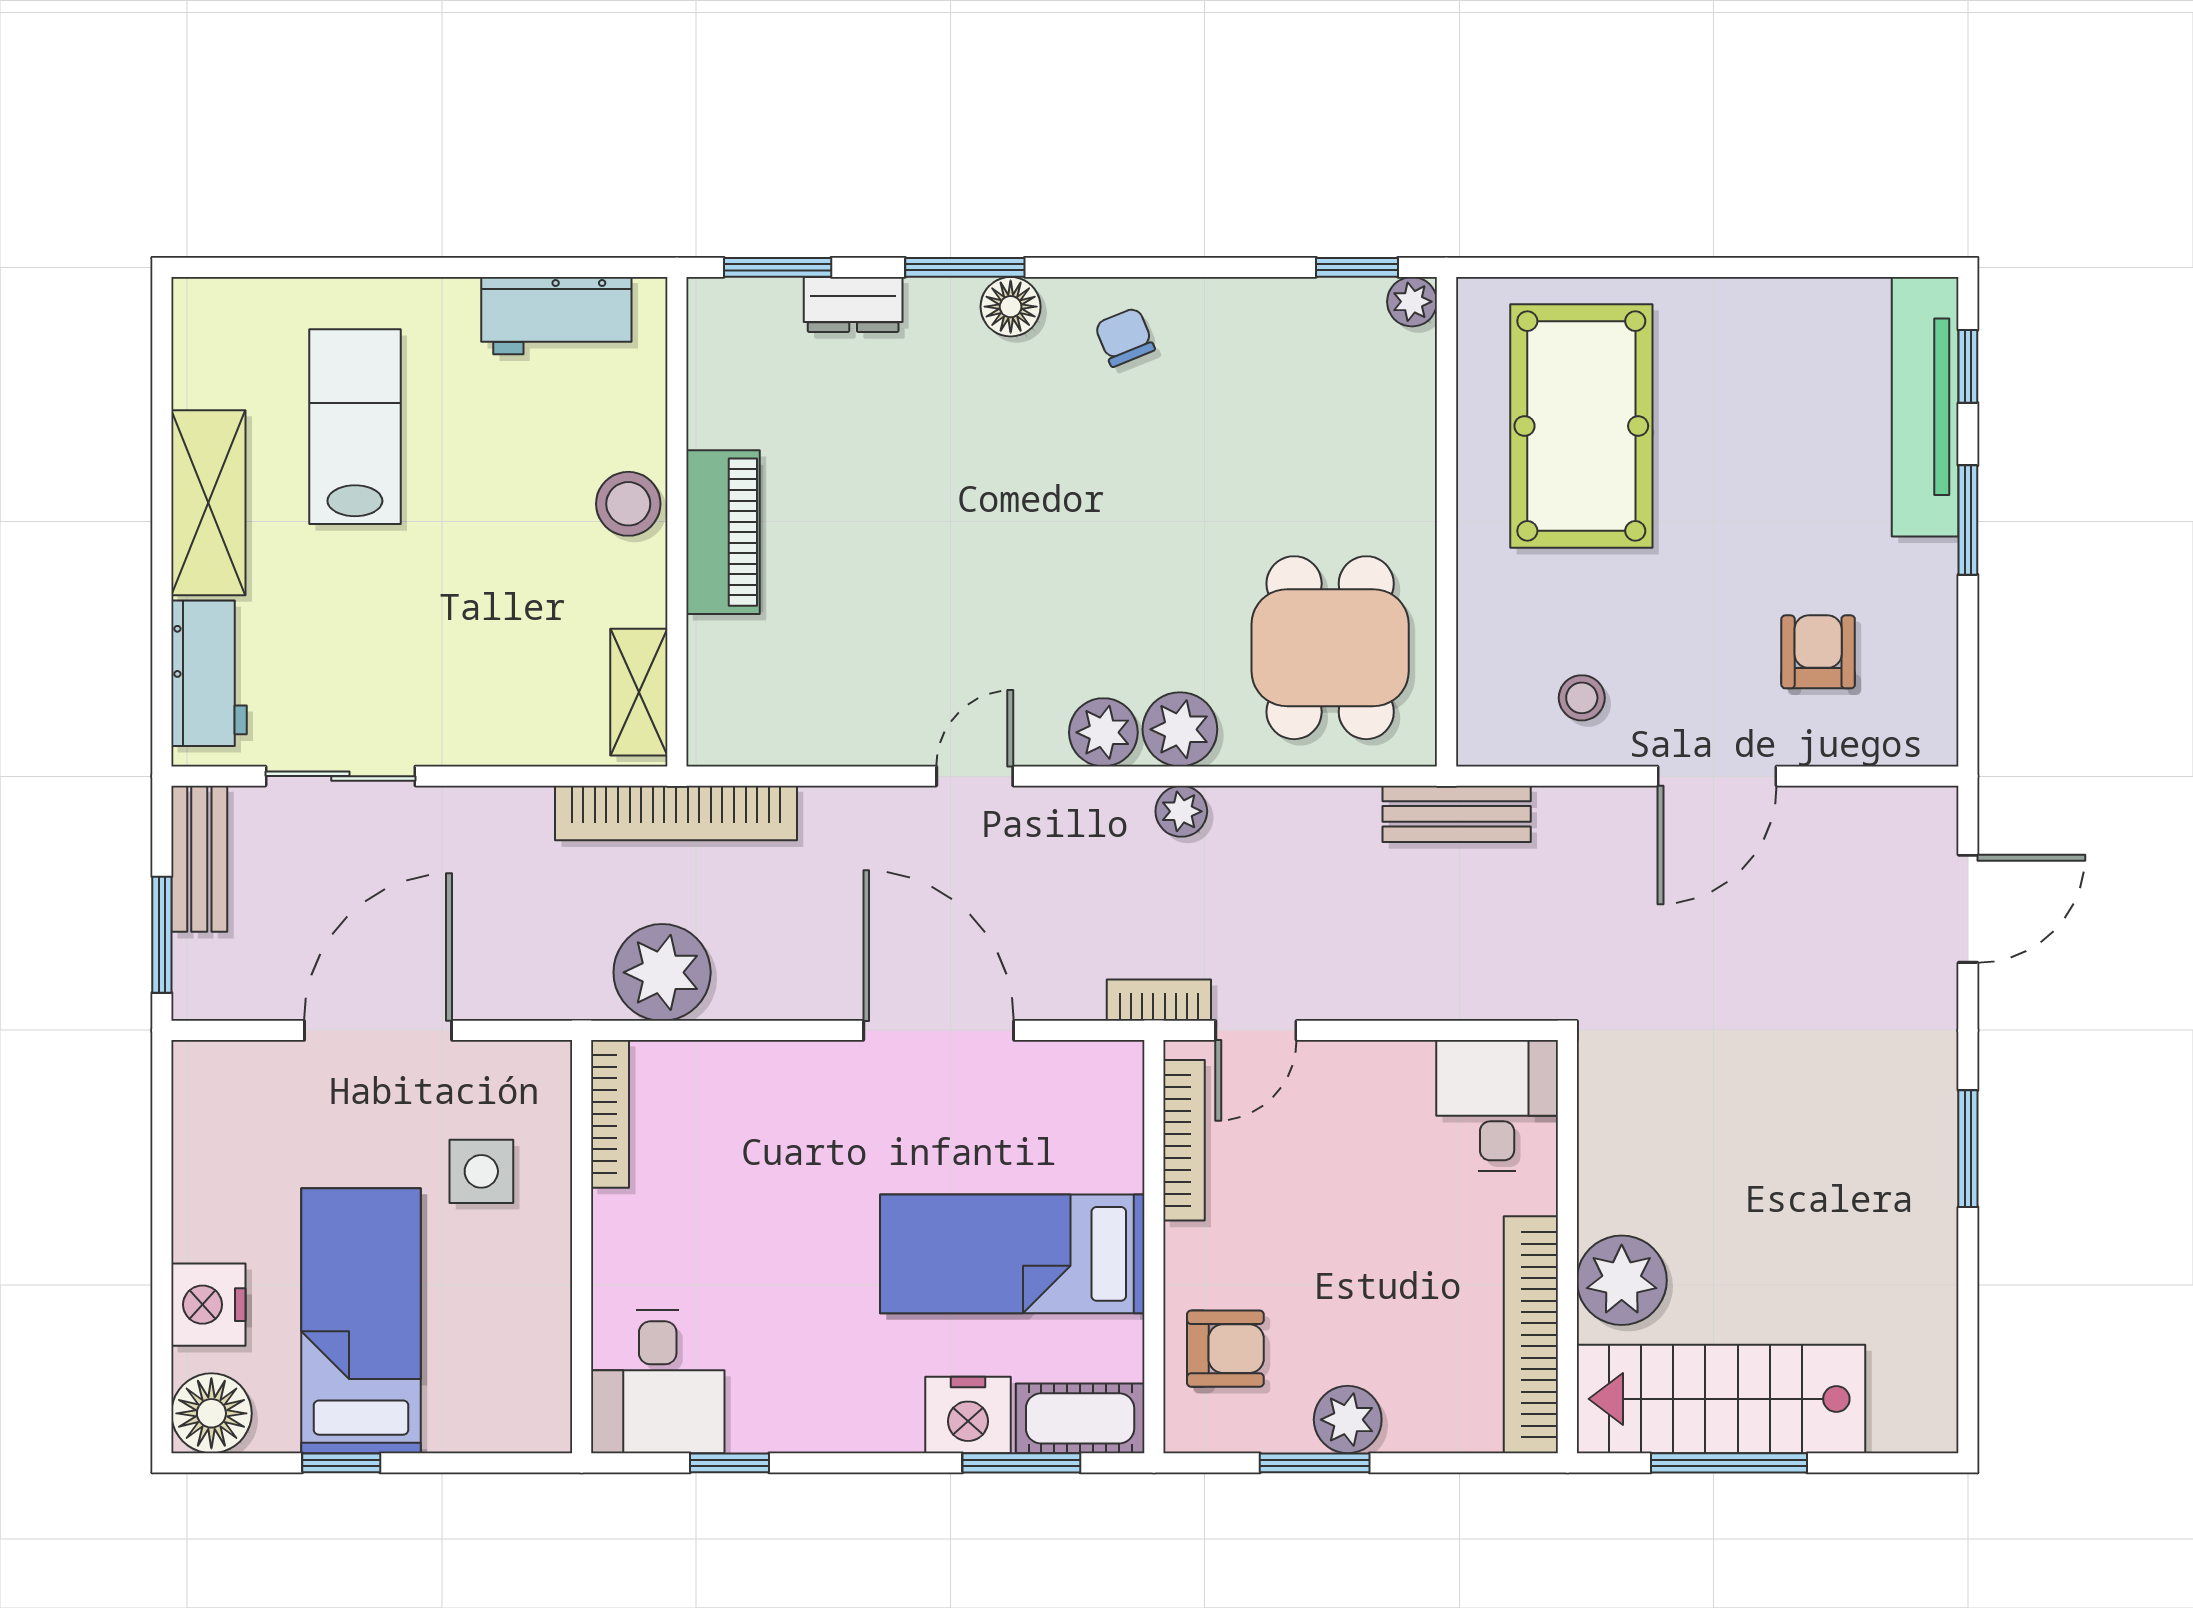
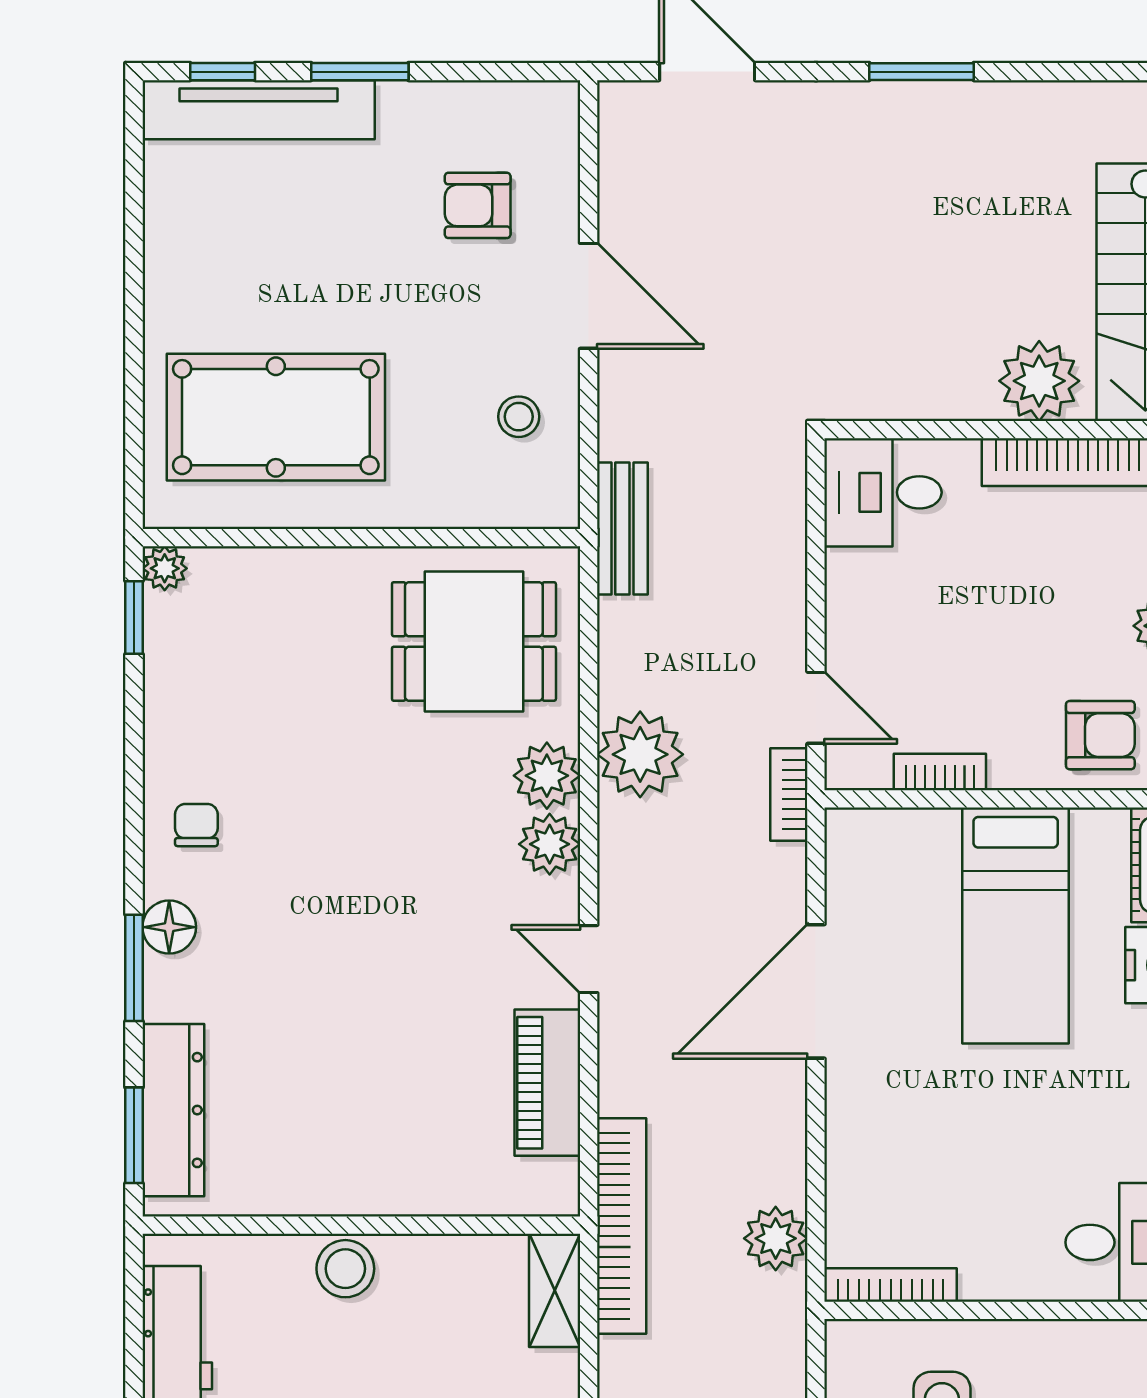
dresser: (853, 304) -> (173, 1110), width x1.96, depth x1.24
chair: (1125, 337) -> (196, 825), turned 112
piano: (723, 532) -> (547, 1083), moved, turned -90
shelving: (639, 692) -> (555, 1290), moved, turned 90
plant: (1181, 811) -> (640, 754), width x1.87, depth x1.87
plant: (662, 972) -> (776, 1238), width x0.73, depth x0.73
bookcase: (1184, 1140) -> (940, 772), width x0.64
armchair: (1225, 1349) -> (1100, 735), turned 90

